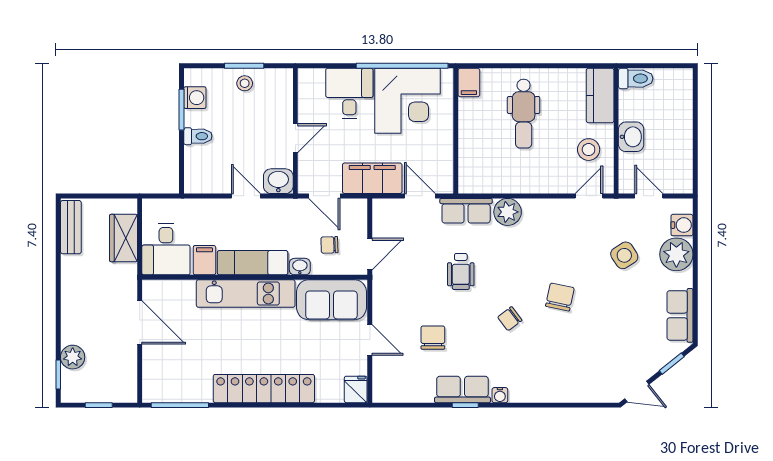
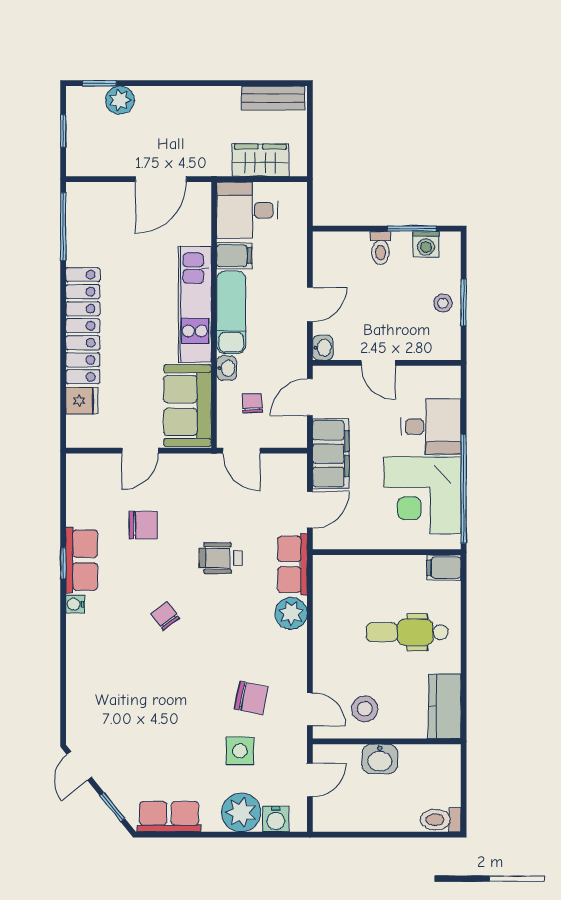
toilet: (636, 79) -> (441, 820), moved, turned 90
kitchen counter: (600, 96) -> (445, 706), moved, turned -90
washbasin: (278, 181) -> (323, 348), width x0.72, depth x0.69
side table: (624, 255) -> (240, 751), turned 33
chair: (560, 297) -> (251, 698), moved
fridge: (356, 389) -> (82, 401), moved

